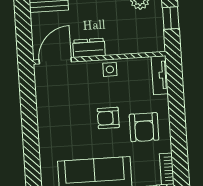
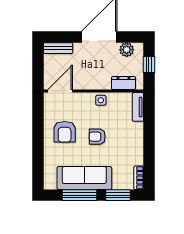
dresser: (89, 48) -> (123, 83), moved
armchair: (144, 127) -> (65, 132), moved

